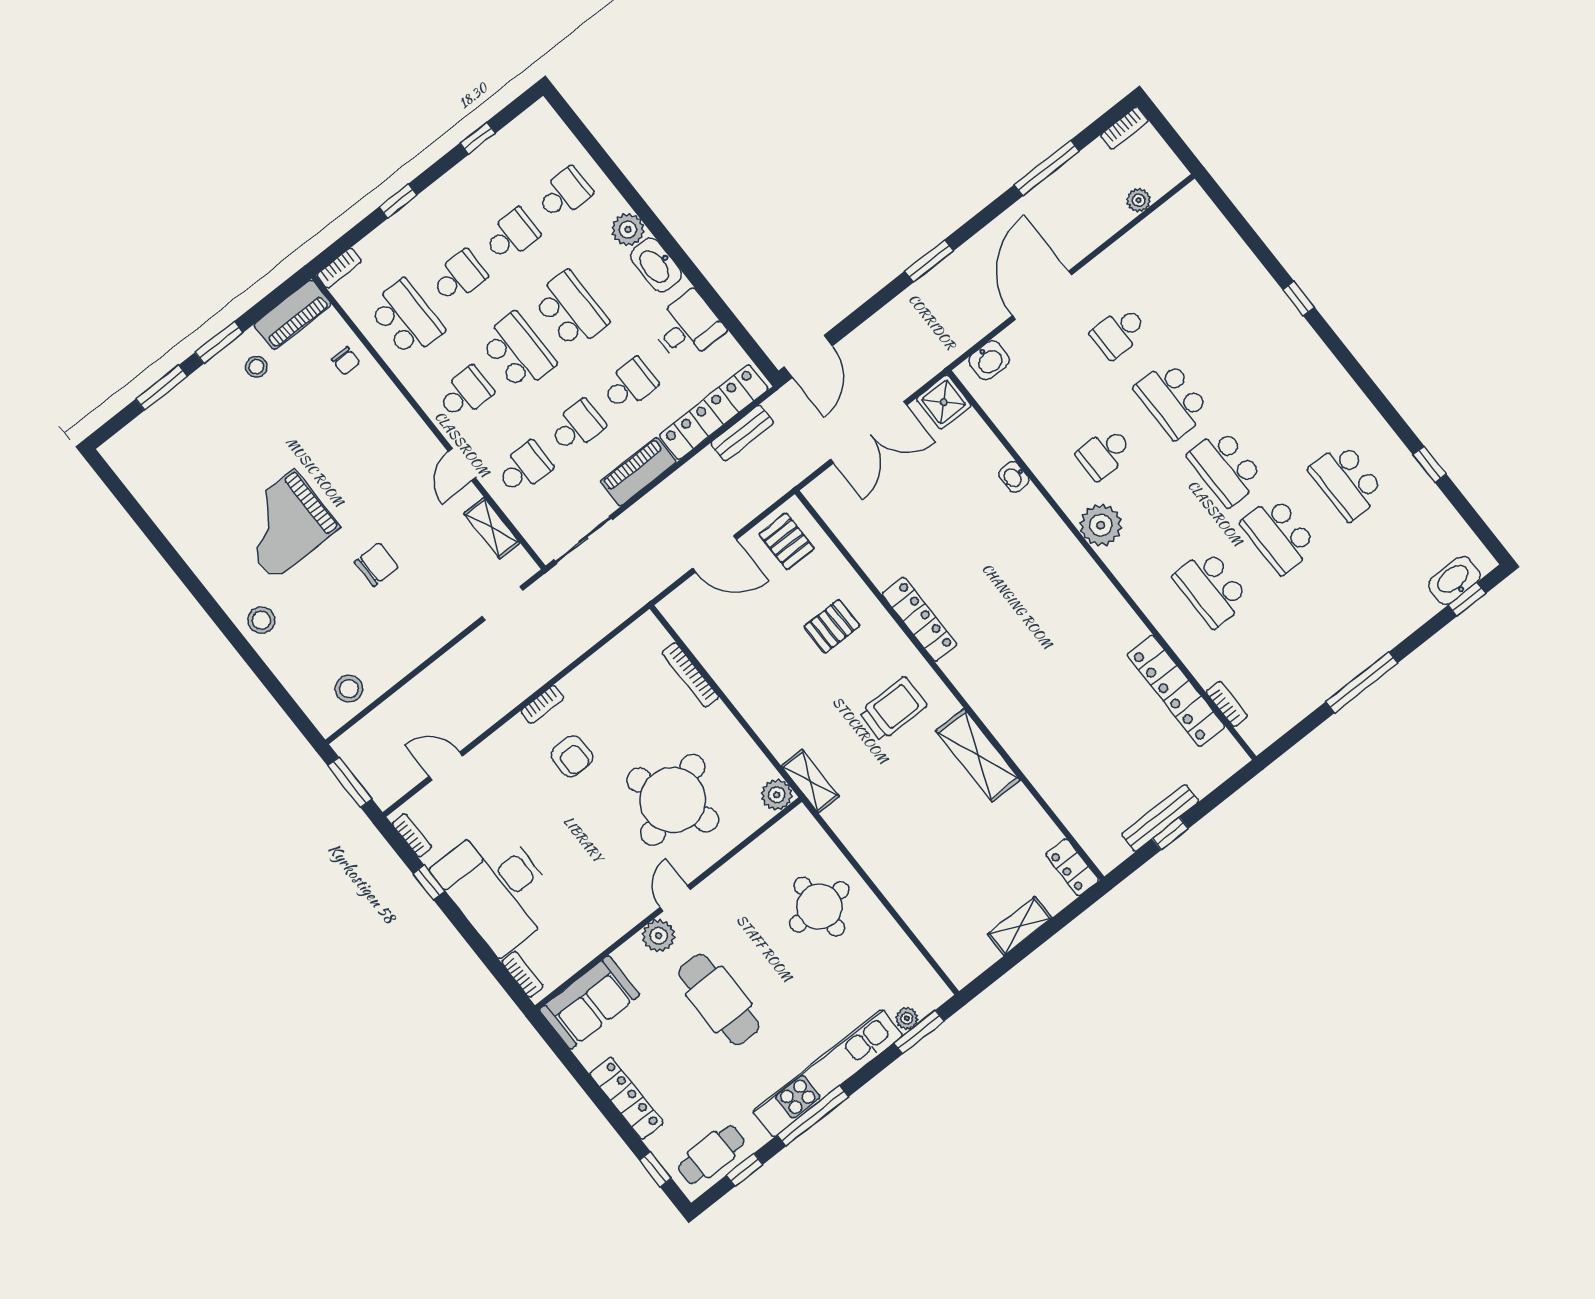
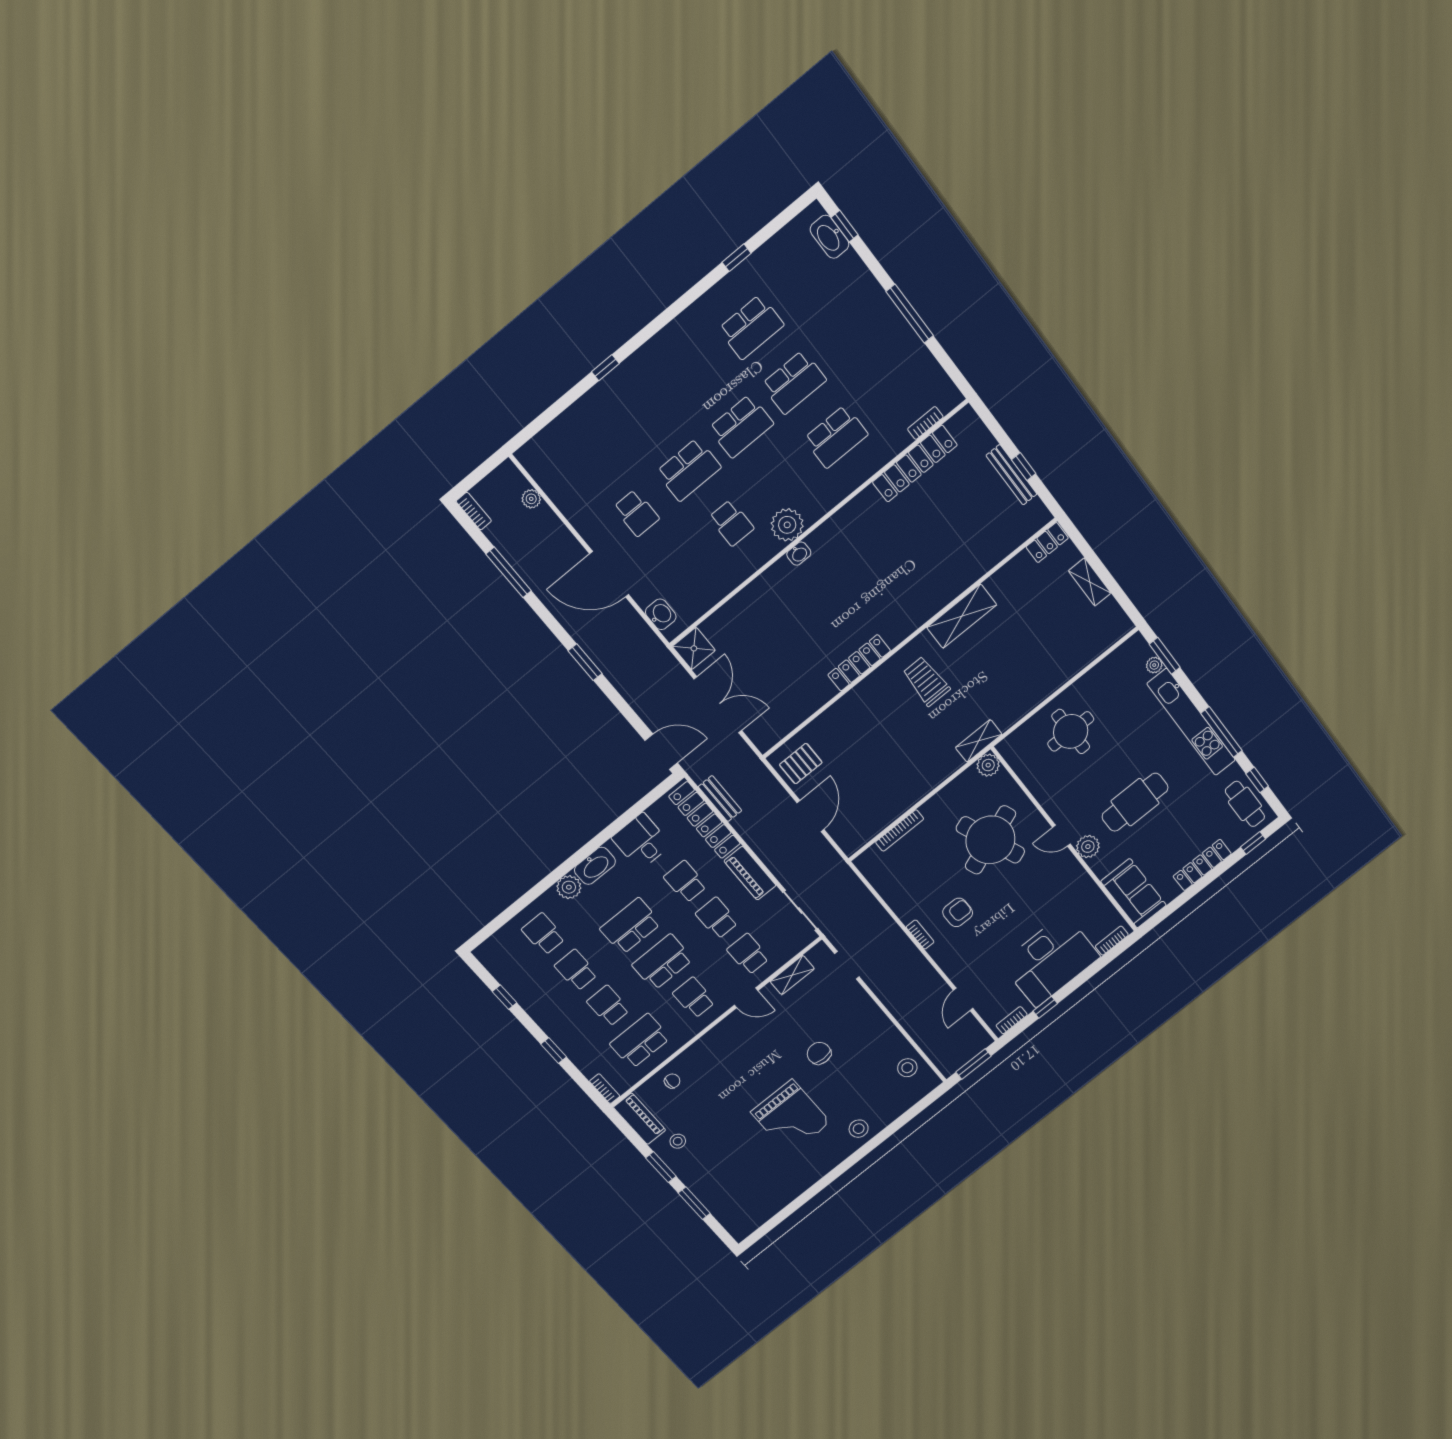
washbasin: (1014, 477) -> (799, 554), moved
pallet: (832, 626) -> (864, 728), removed

